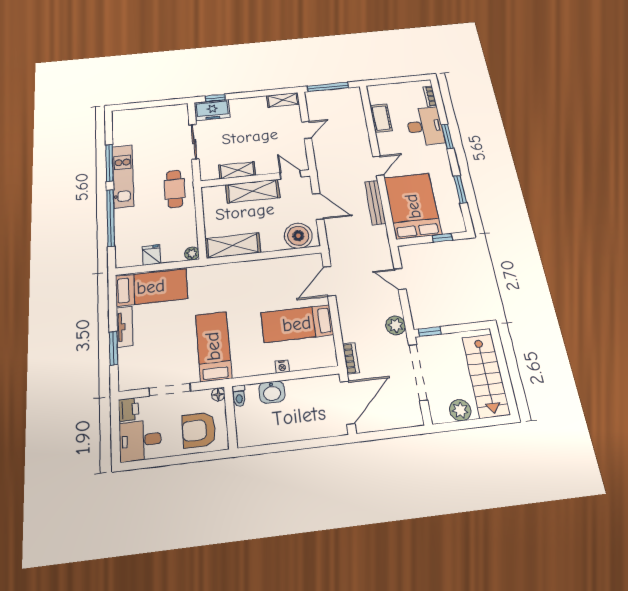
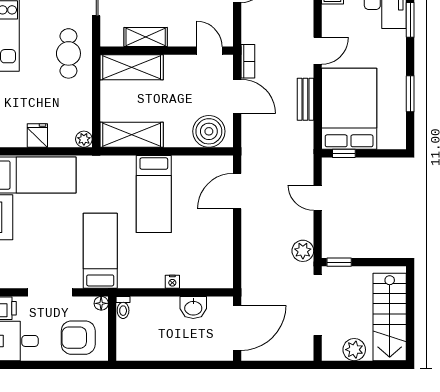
shelving: (253, 191) -> (132, 67), moved
bench: (375, 202) -> (305, 99), width x0.73
window: (442, 238) -> (344, 153), moved
bed: (297, 324) -> (154, 194), moved, turned -90
bookcase: (351, 358) -> (248, 61), moved
washbasin: (272, 392) -> (193, 308), moved

